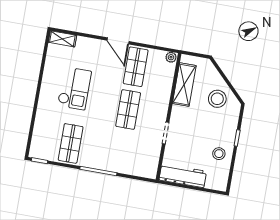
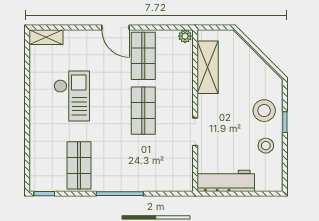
stool: (217, 99) -> (264, 111), moved

